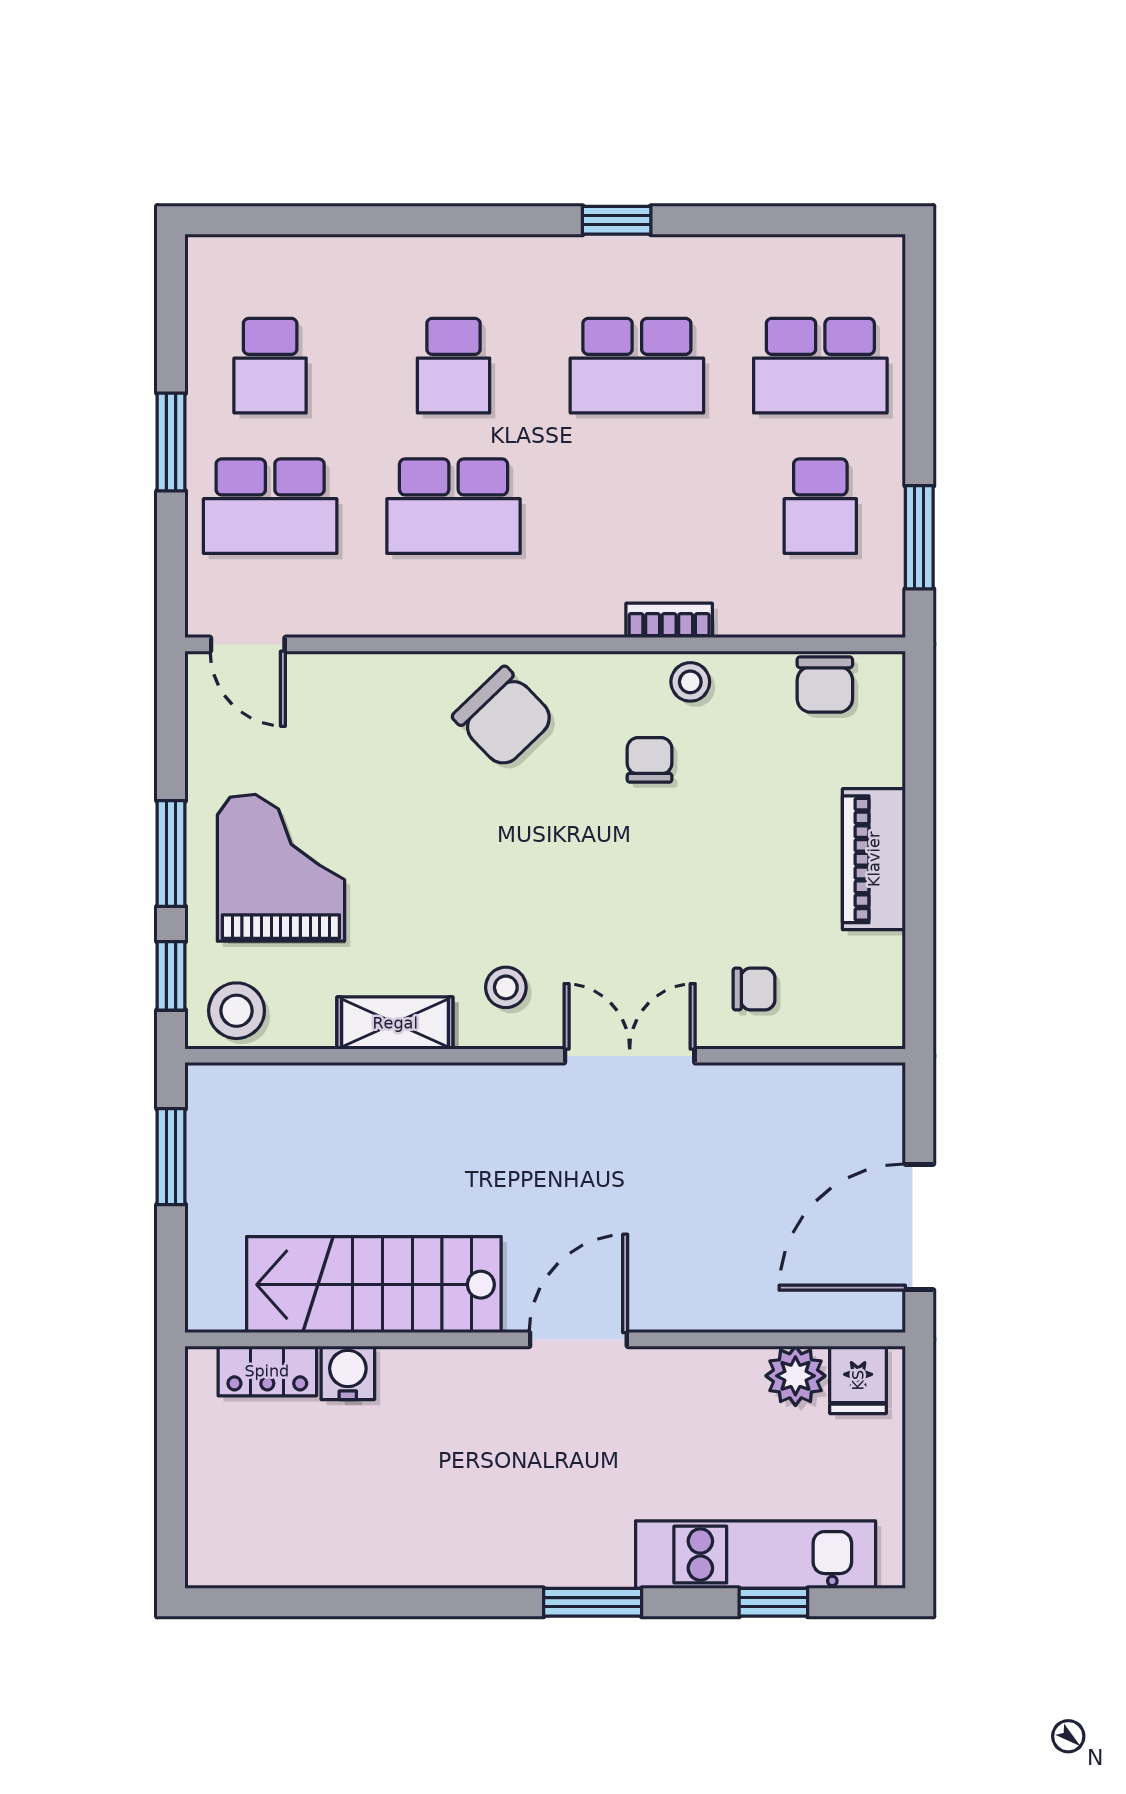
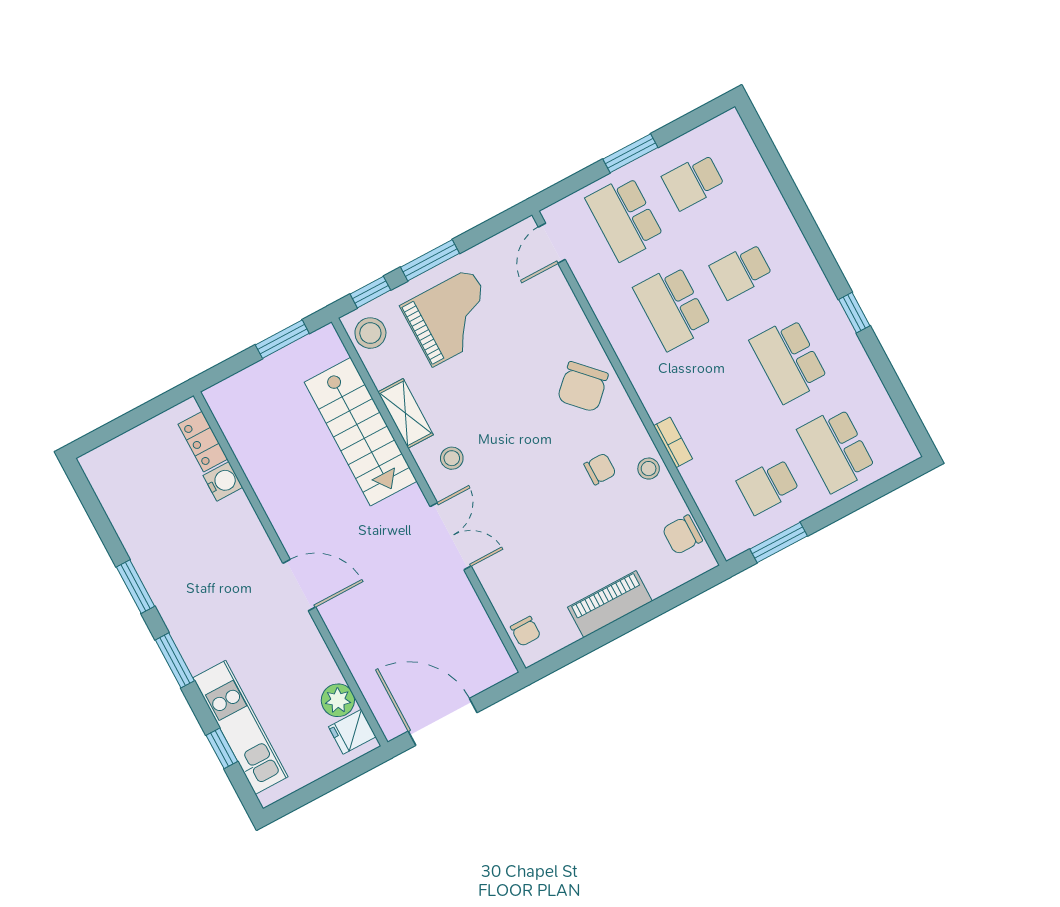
chair: (754, 989) -> (525, 631), moved
stairs: (374, 1285) -> (361, 432), moved, turned 180
window: (441, 1602) -> (135, 587), added

